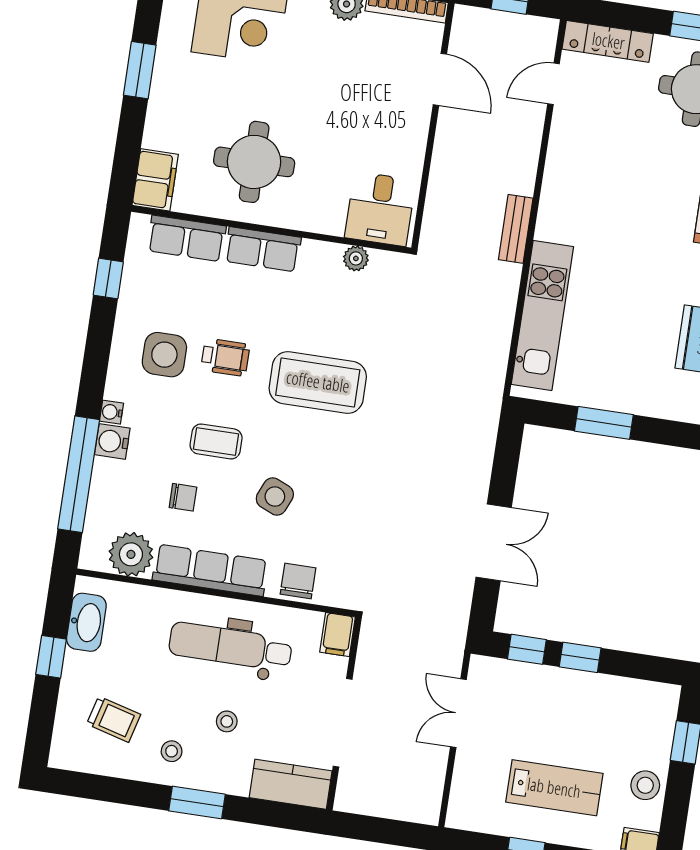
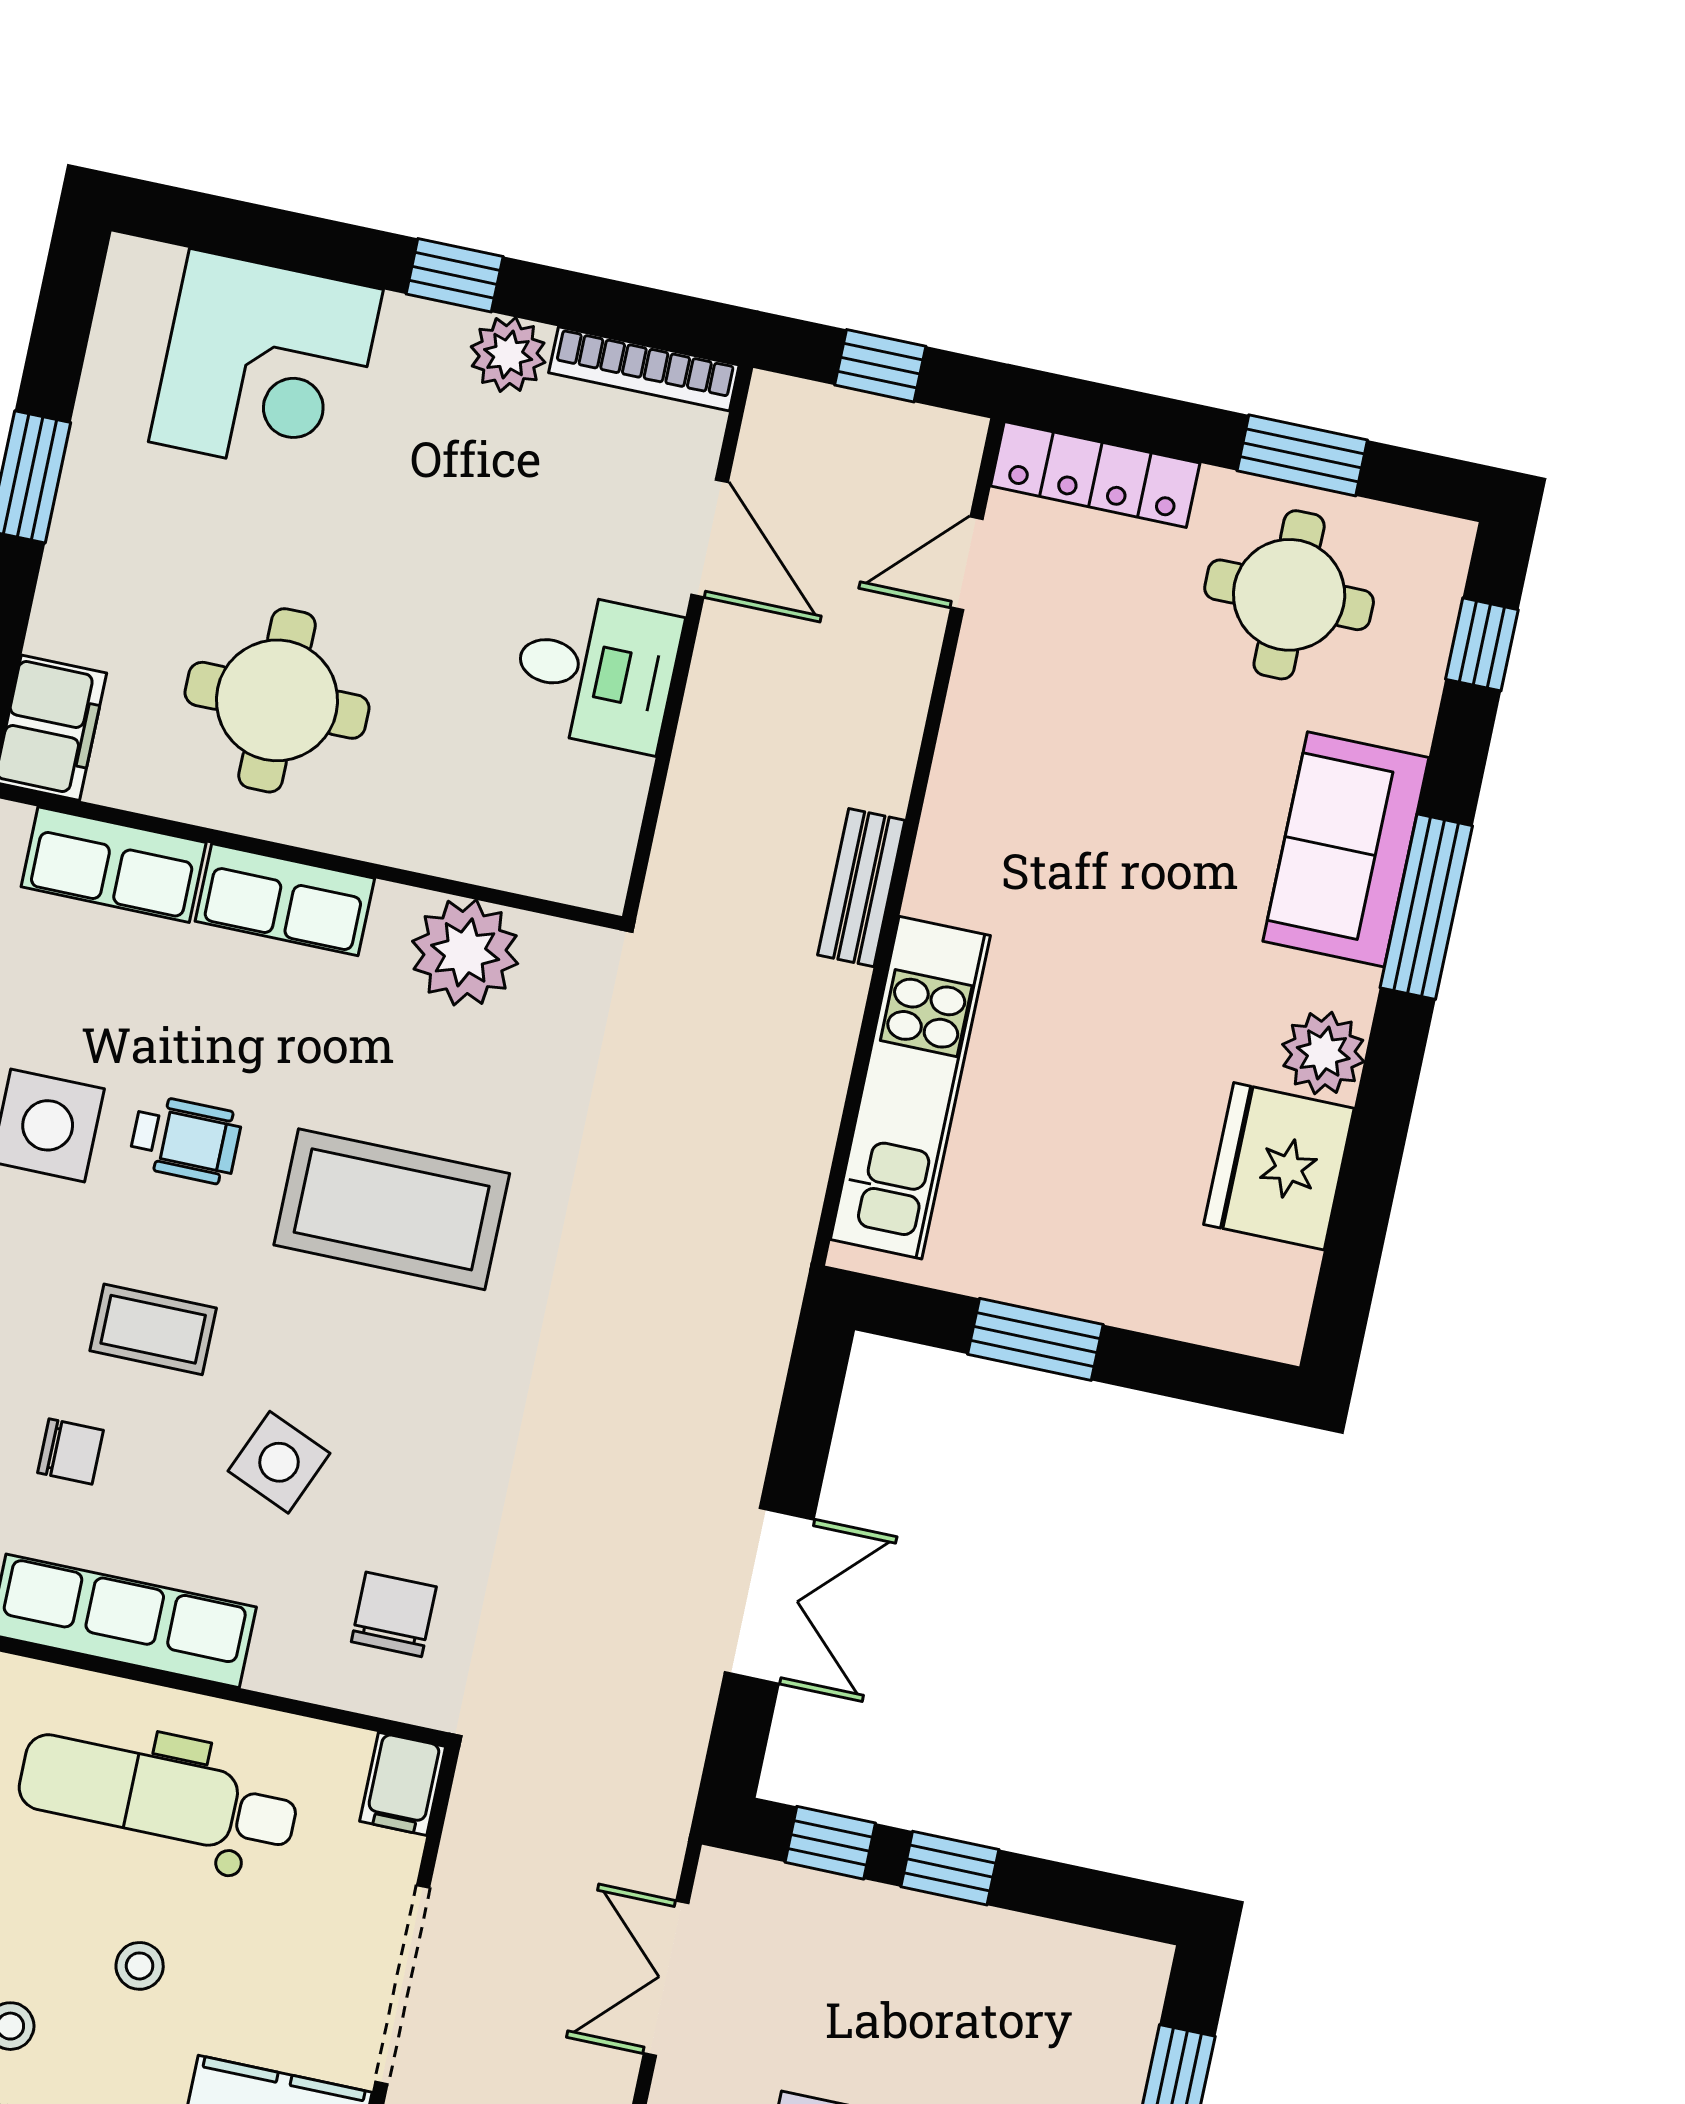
desk: (380, 209) -> (596, 671), moved, turned -90
plant: (356, 258) -> (465, 952), width x1.87, depth x1.87
chair: (298, 581) -> (394, 1614), moved

